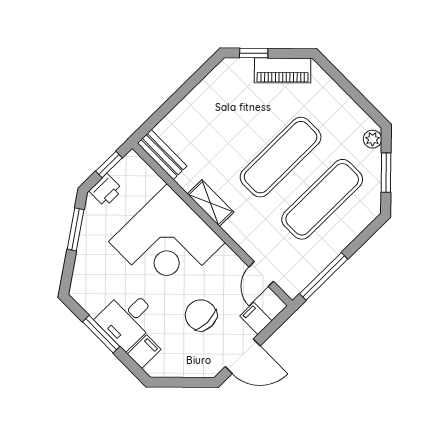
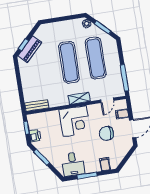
piano: (283, 70) -> (30, 49), moved
shelving: (211, 203) -> (79, 98), moved
corner desk: (167, 242) -> (75, 121), width x0.74, depth x0.74
door: (261, 274) -> (107, 100), hinge flipped
desk: (127, 319) -> (73, 164), moved

